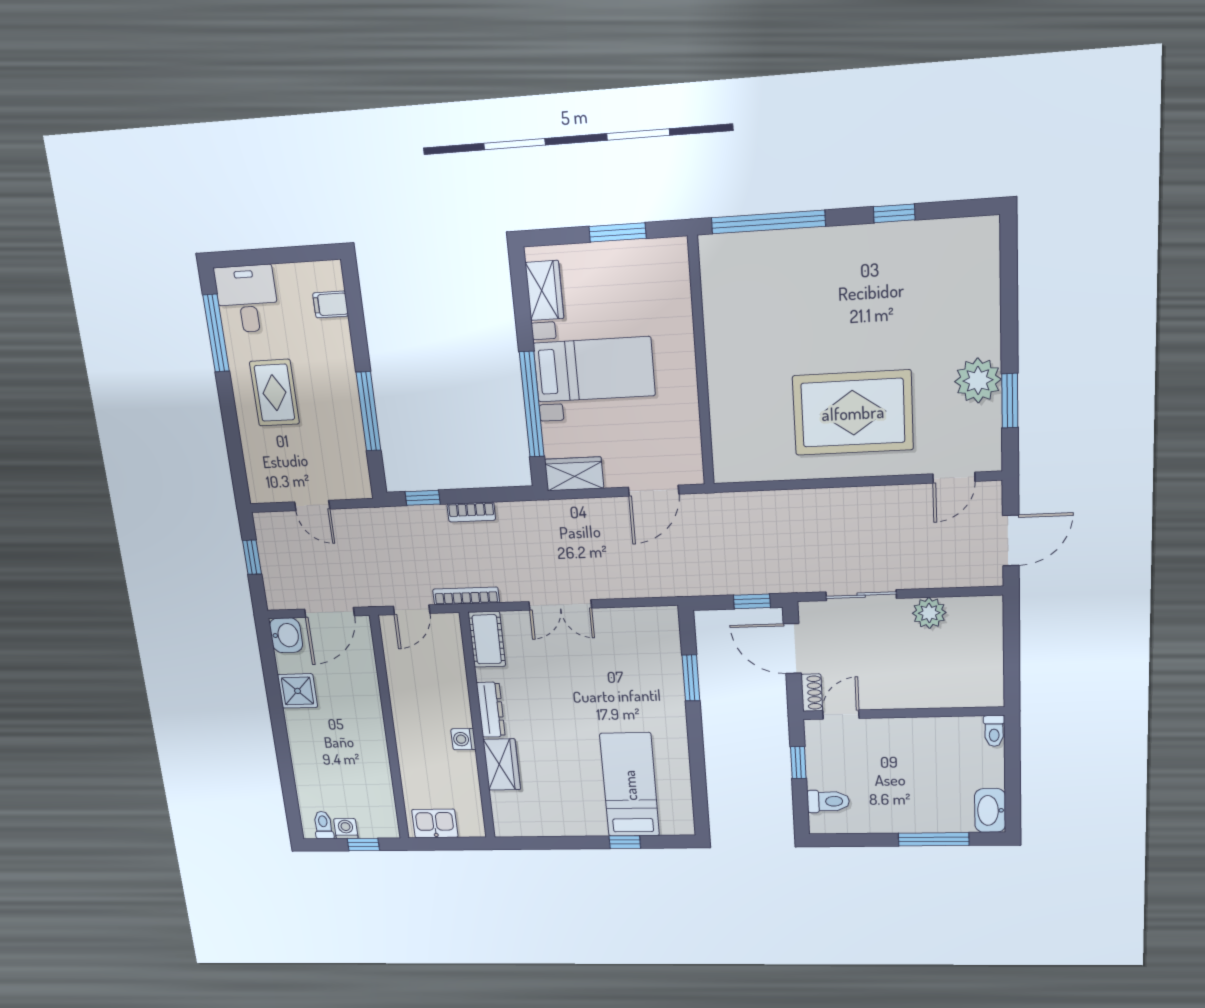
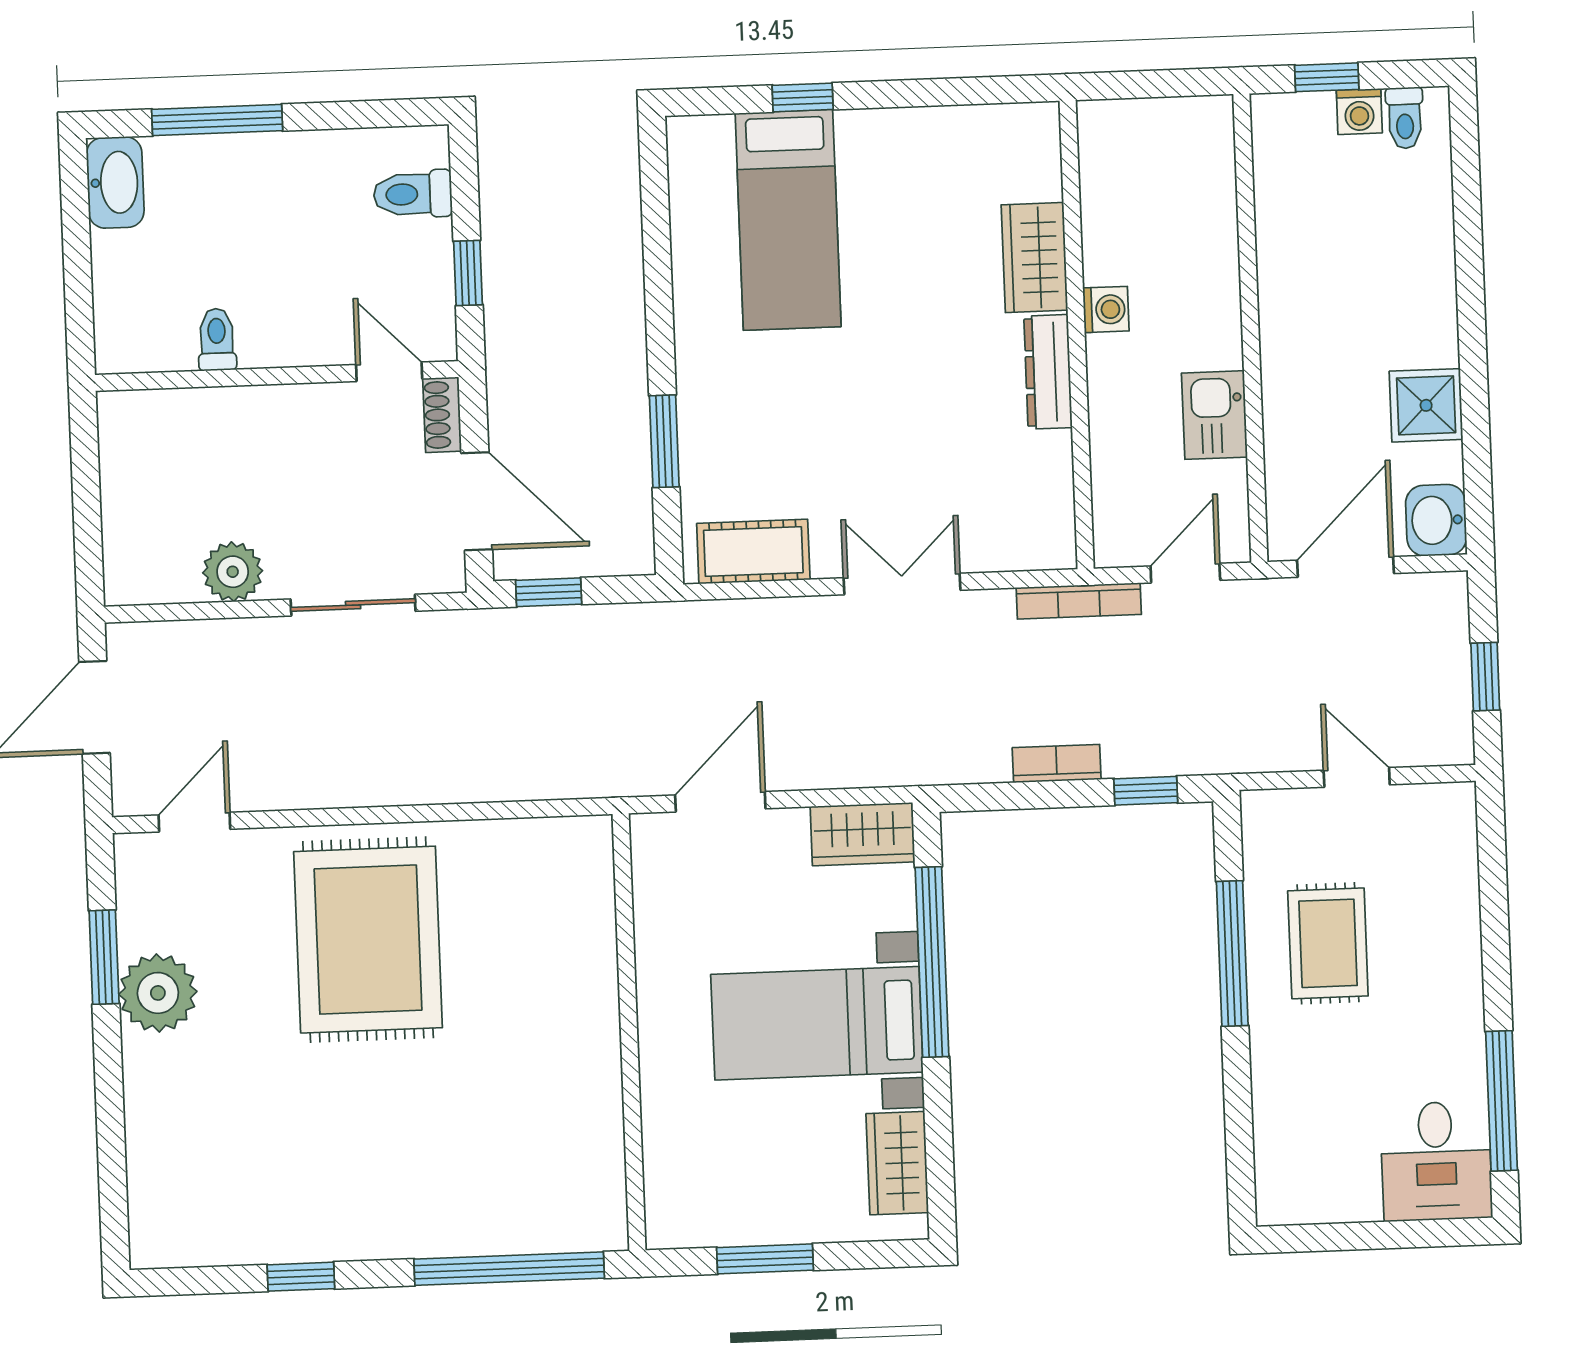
filing cabinet: (331, 304) -> (1283, 1148), removed
rug: (274, 393) -> (1328, 943), moved
rug: (853, 413) -> (368, 940), turned 90
cot: (487, 639) -> (753, 552), moved, turned 90
door: (841, 715) -> (389, 372), swing flipped
toilet: (994, 731) -> (217, 339), moved
kitchen sink: (435, 823) -> (1214, 415), moved, turned 90

